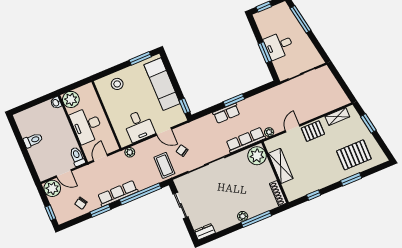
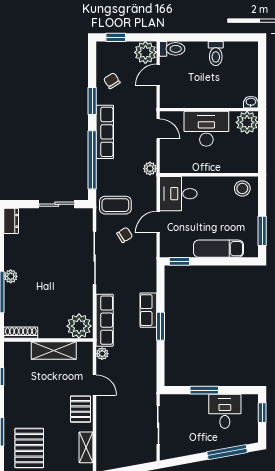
desk: (279, 45) -> (225, 411), moved
exam couch: (162, 84) -> (219, 249), width x0.73, depth x0.69
wall: (106, 115) -> (209, 175), moved
toilet: (77, 157) -> (172, 49), moved

